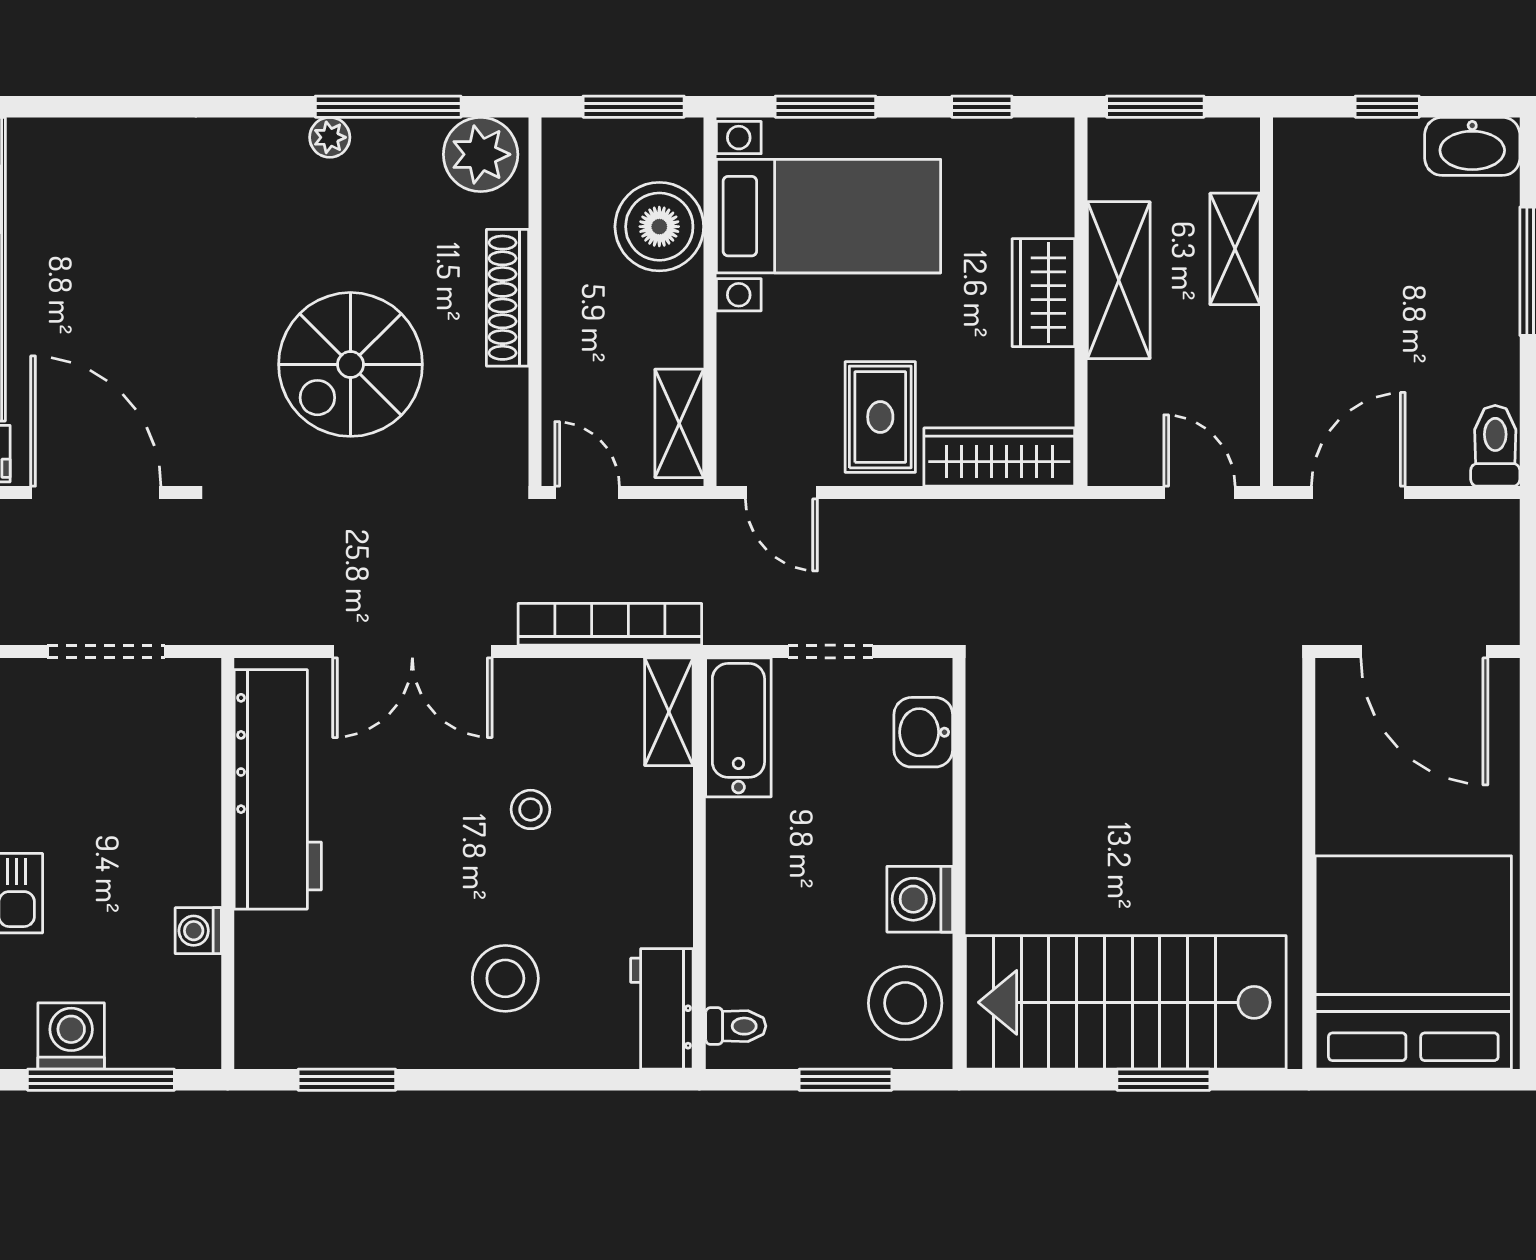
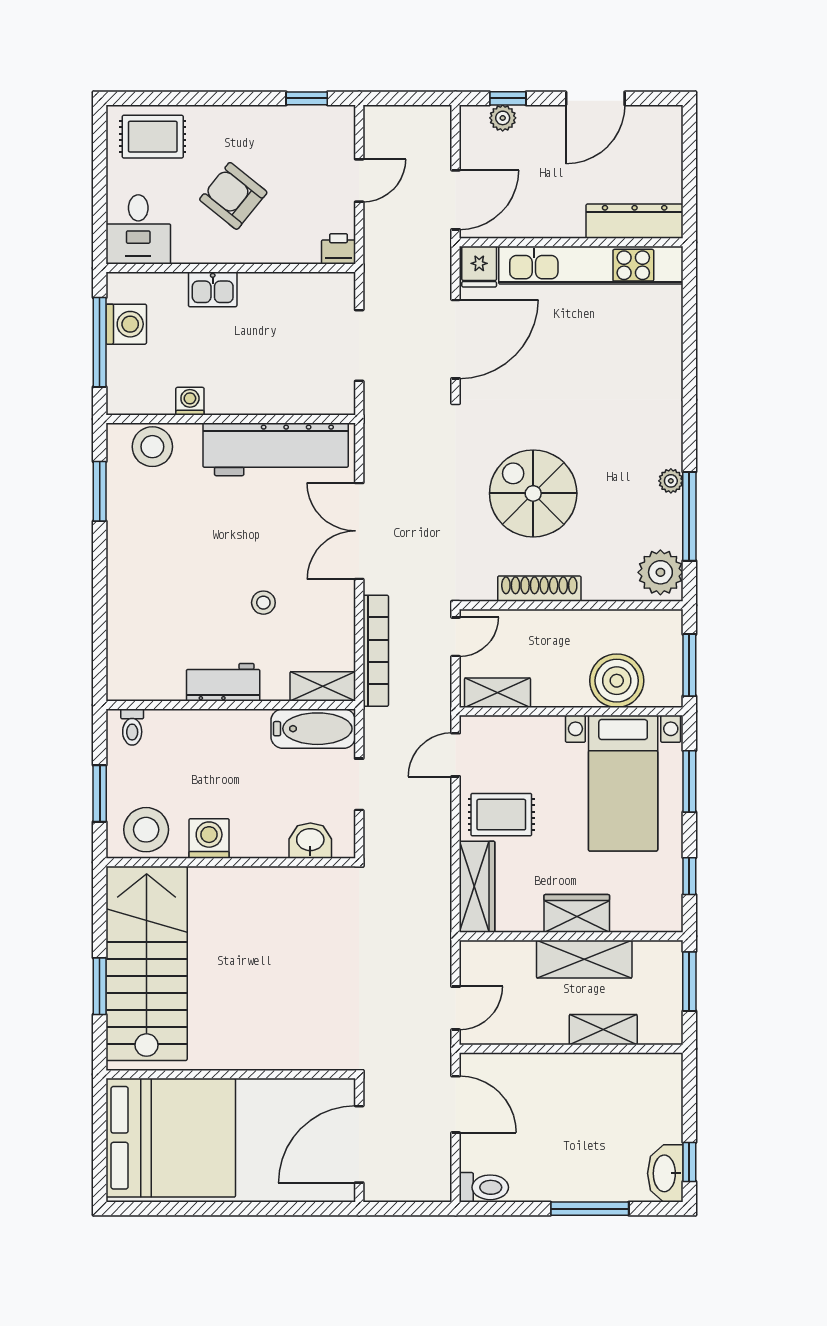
window: (1387, 107) -> (689, 1162), moved
shoe rack: (508, 298) -> (539, 589), moved
stool: (505, 978) -> (152, 447), moved
workbench: (662, 1009) -> (223, 682), moved

